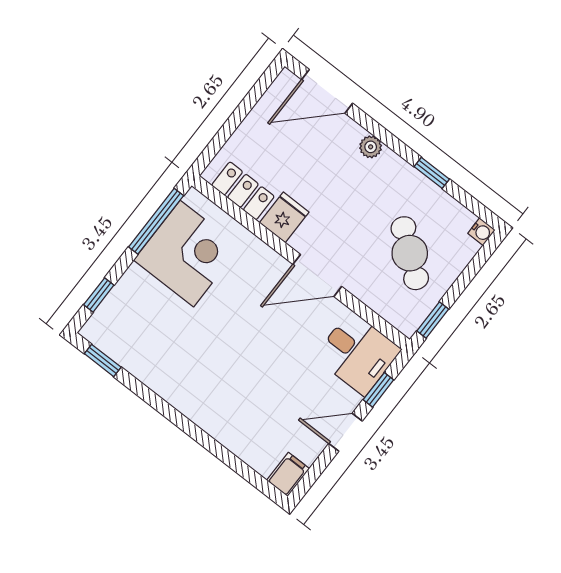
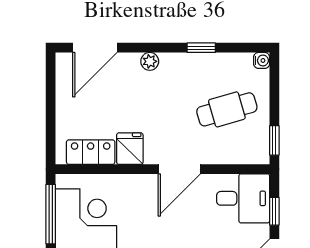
cafe table: (410, 253) -> (227, 109), turned -54

